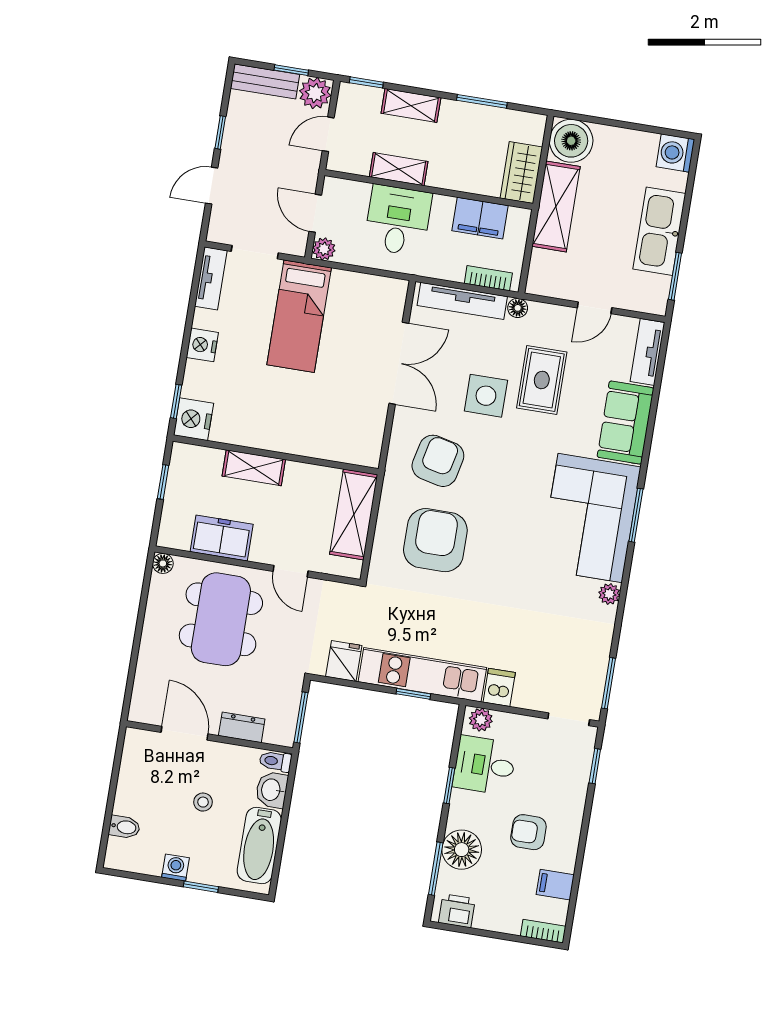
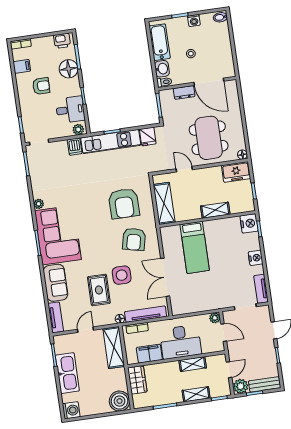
shelving: (556, 206) -> (114, 347), moved
desk: (398, 220) -> (181, 342), width x1.37
bed: (299, 316) -> (195, 247), moved, turned 180
freezer: (222, 538) -> (236, 172), moved
door: (185, 733) -> (209, 82), width x1.36
bidet: (124, 827) -> (220, 17), moved

